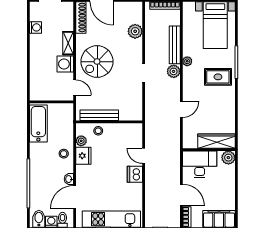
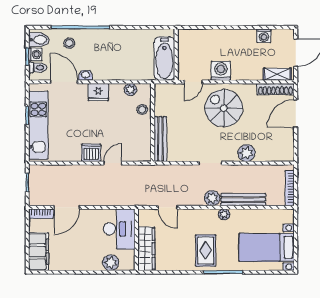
plant: (135, 31) -> (246, 153), moved
shelving: (68, 43) -> (277, 74), moved
bench: (99, 115) -> (160, 139), moved
bathtub: (38, 124) -> (164, 59), moved, turned 90
wardrobe: (217, 141) -> (146, 249), moved
wall: (209, 150) -> (136, 240), moved
stool: (64, 154) -> (69, 43), moved
fridge: (83, 156) -> (98, 92), moved
desk: (200, 164) -> (119, 229), moved

